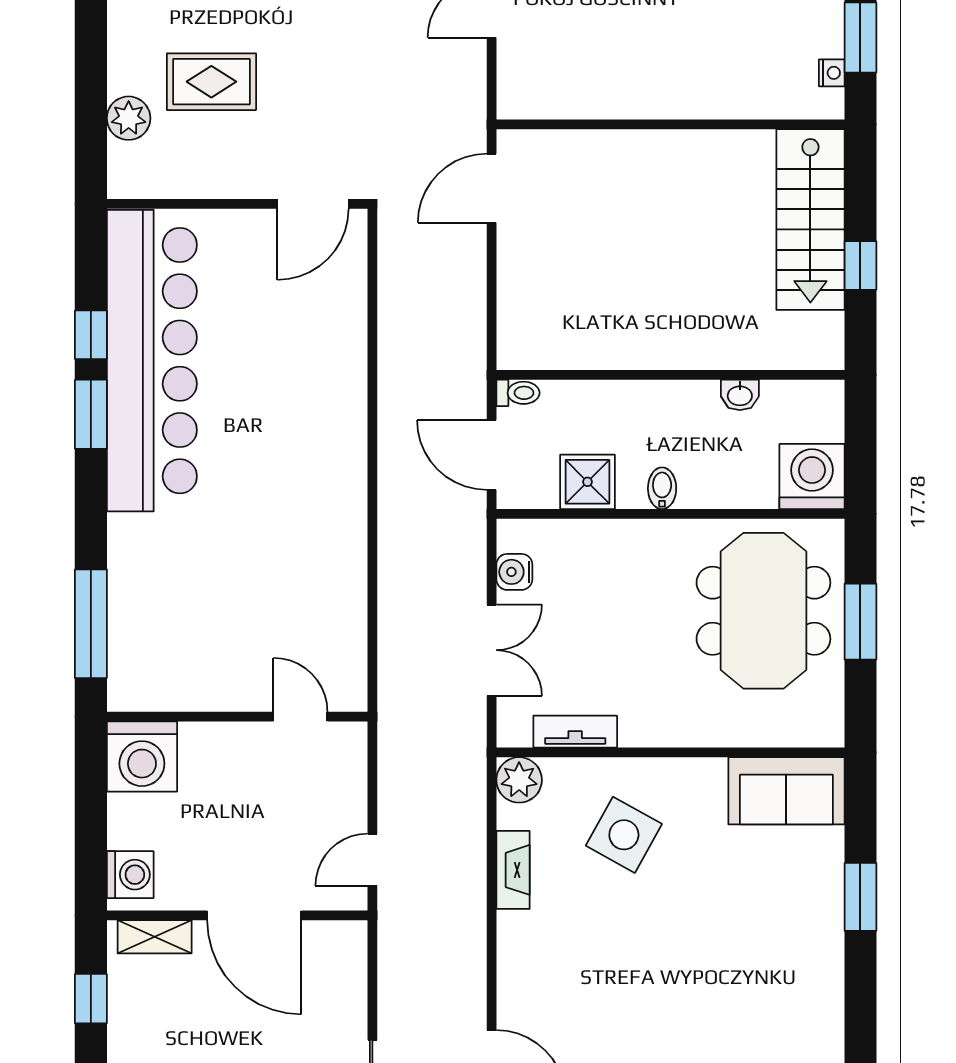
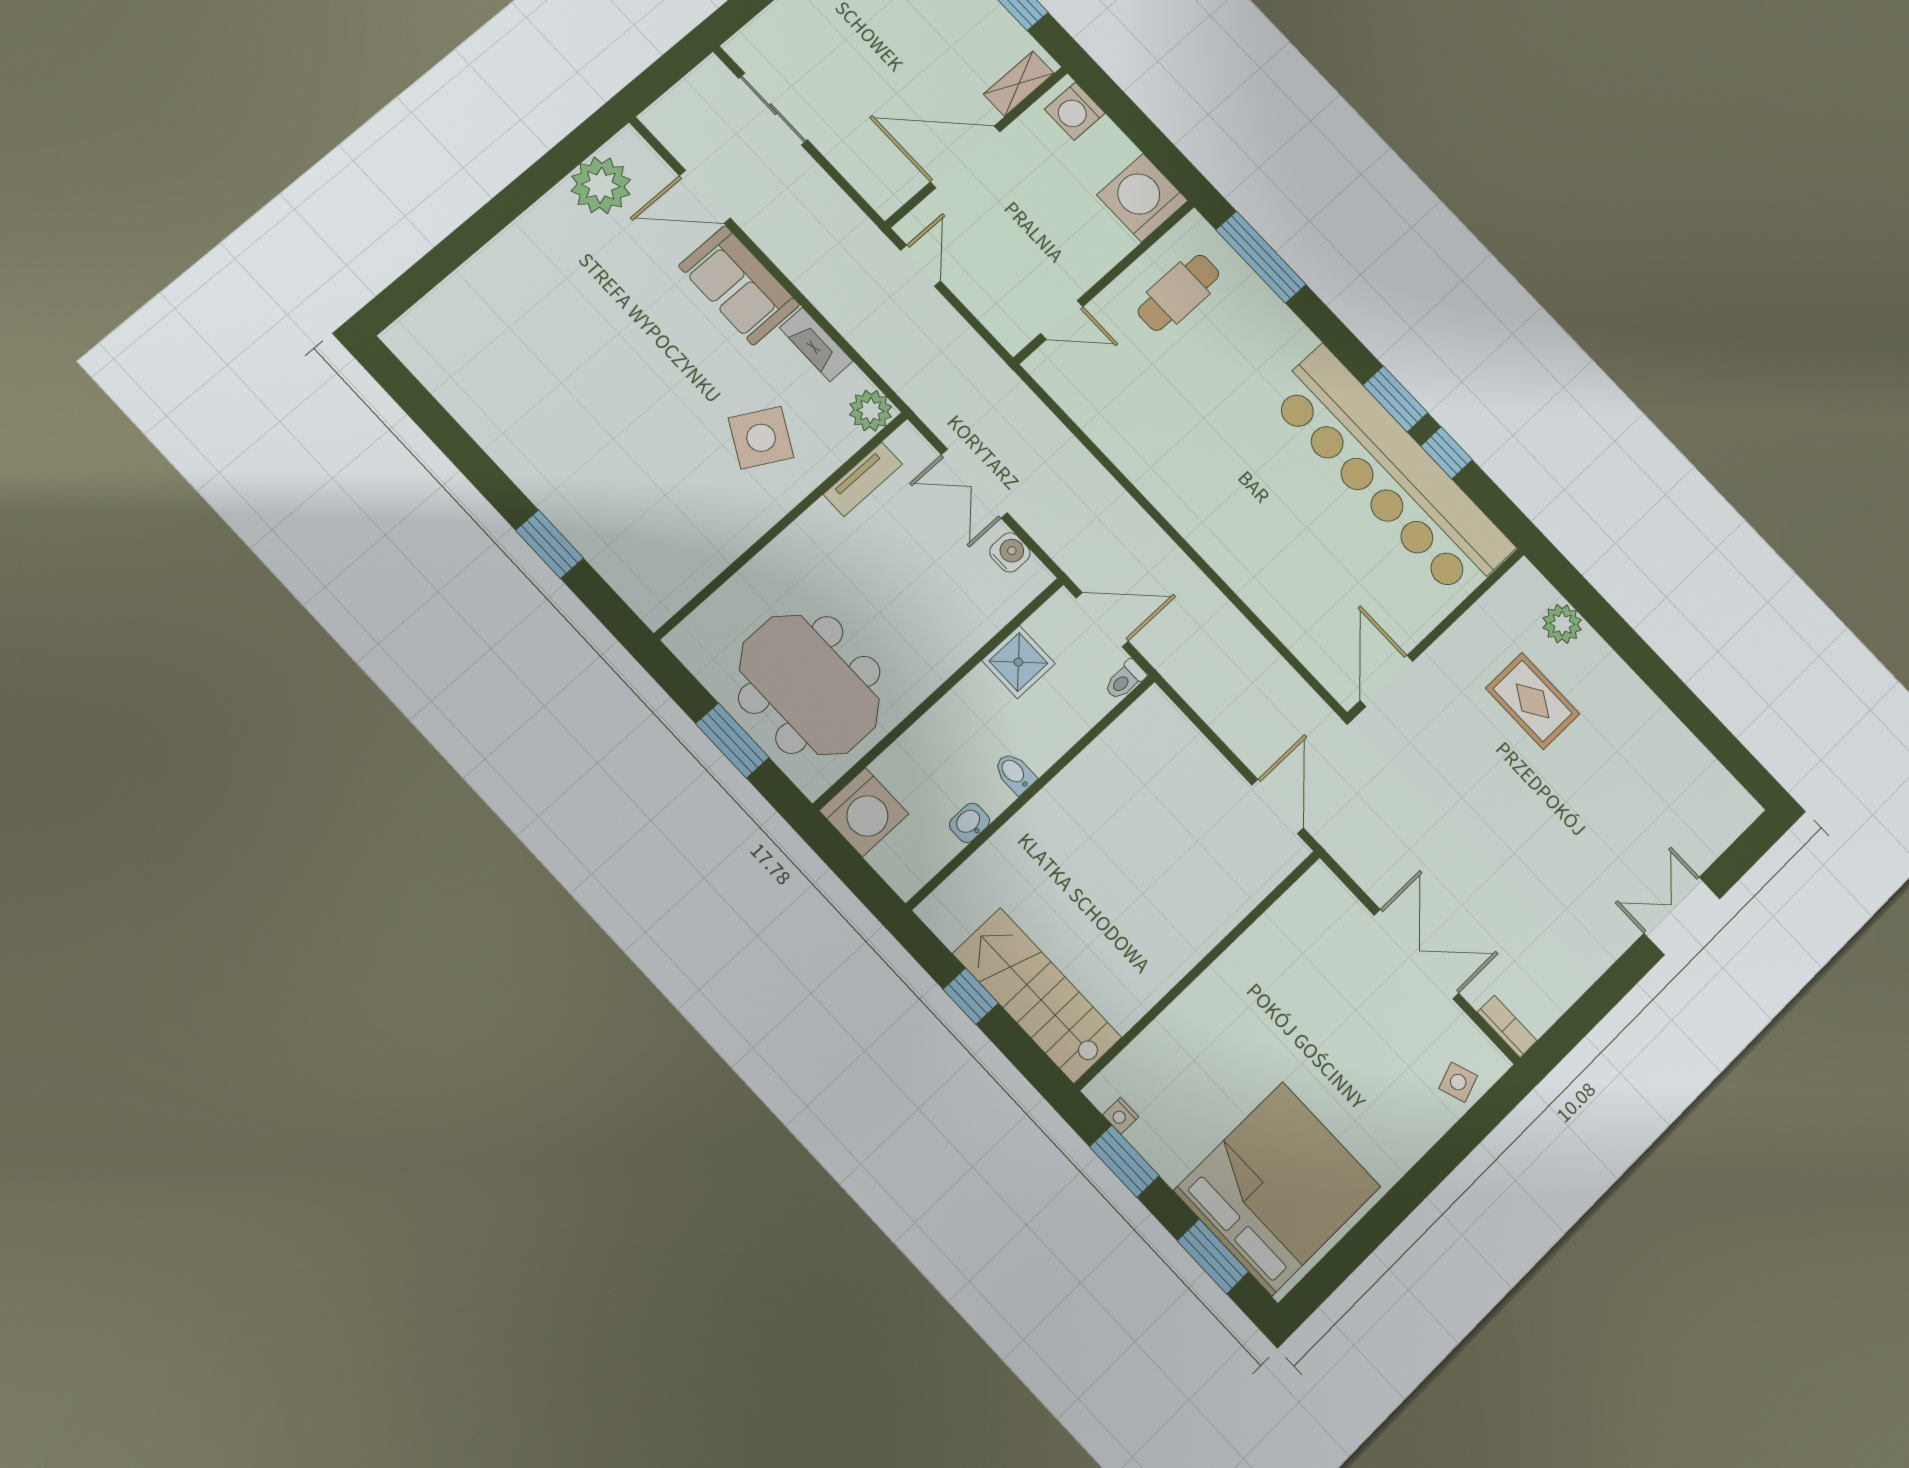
rug: (211, 82) -> (1533, 701), turned 90
bidet: (662, 488) -> (1015, 773), moved, turned 180
cafe table: (186, 655) -> (1178, 293), added
sofa: (786, 791) -> (739, 285), moved, turned -90

